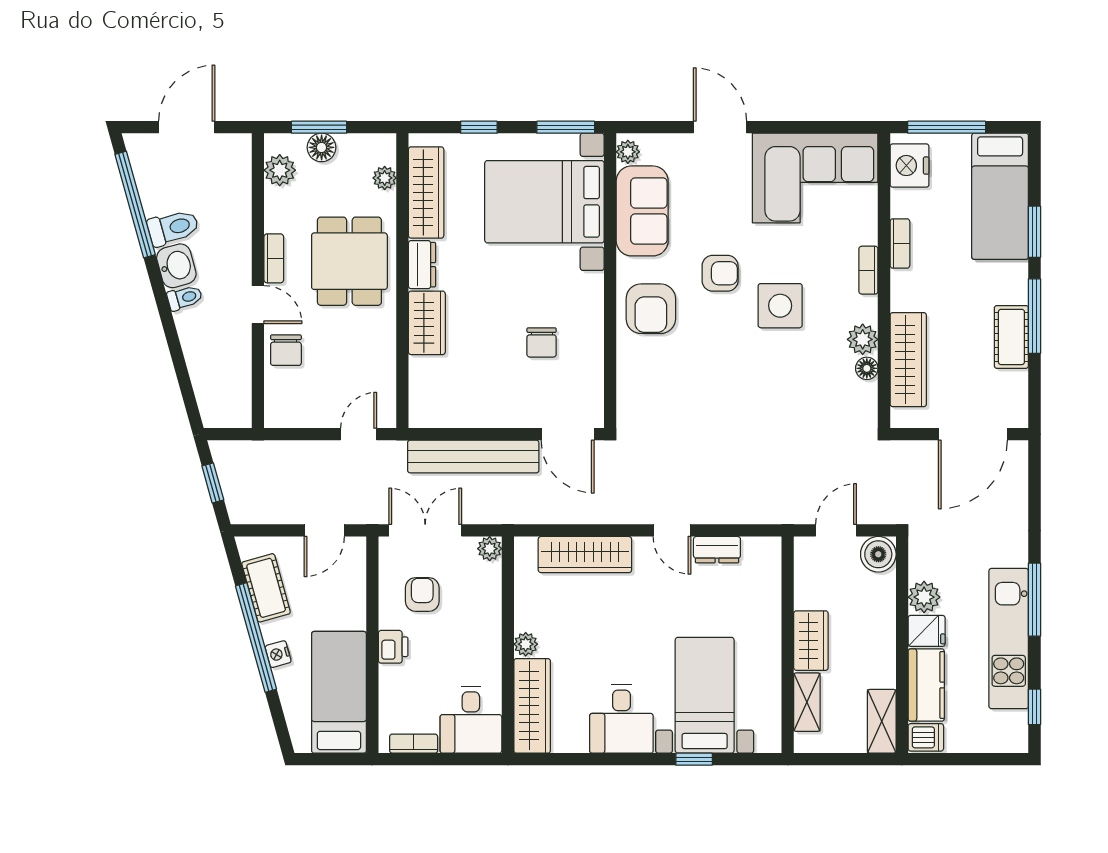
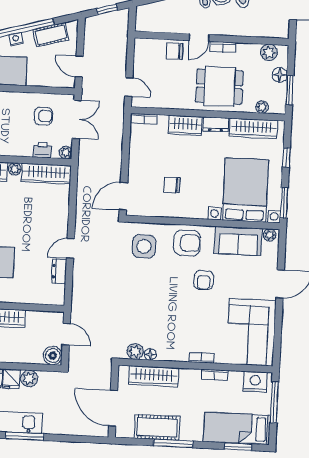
window: (319, 127) -> (290, 90), moved
window: (1035, 232) -> (238, 447), moved
side table: (780, 306) -> (144, 246), moved
armchair: (651, 309) -> (187, 243), turned 180
cot: (1011, 337) -> (157, 427), width x1.37, depth x1.34
plant: (863, 339) -> (135, 351), moved
bookcase: (418, 403) -> (144, 119), added
bench: (473, 457) -> (114, 146), removed
wardrobe: (585, 555) -> (46, 174), moved, turned -90
printer: (393, 647) -> (42, 150), moved, turned 180

